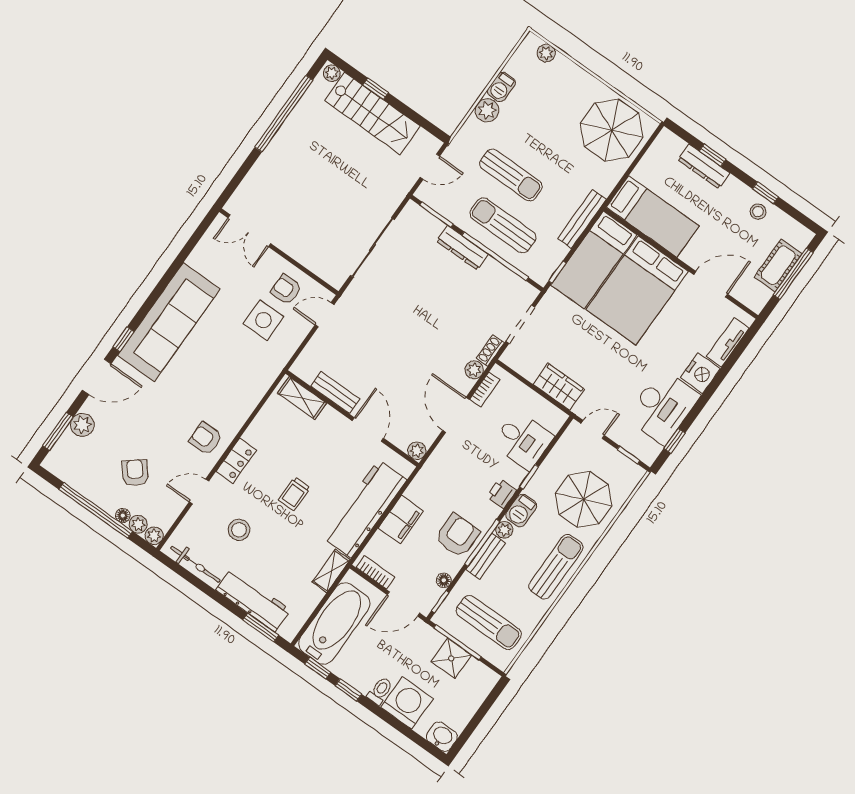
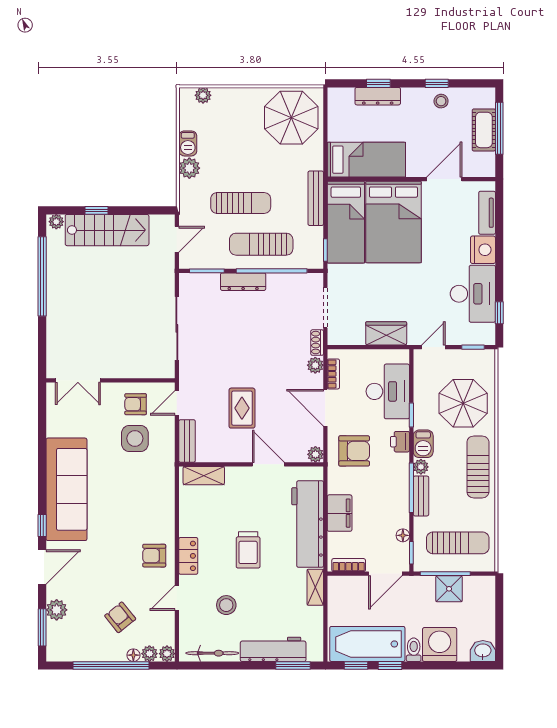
rug: (380, 362) -> (242, 408), added
bench: (335, 393) -> (187, 441), moved, turned 90
desk: (523, 440) -> (388, 391), width x1.37
trolley: (294, 494) -> (248, 550), width x1.36, depth x1.39
armchair: (457, 536) -> (354, 451), moved, turned 90
bathtub: (334, 624) -> (367, 644), moved, turned -90

